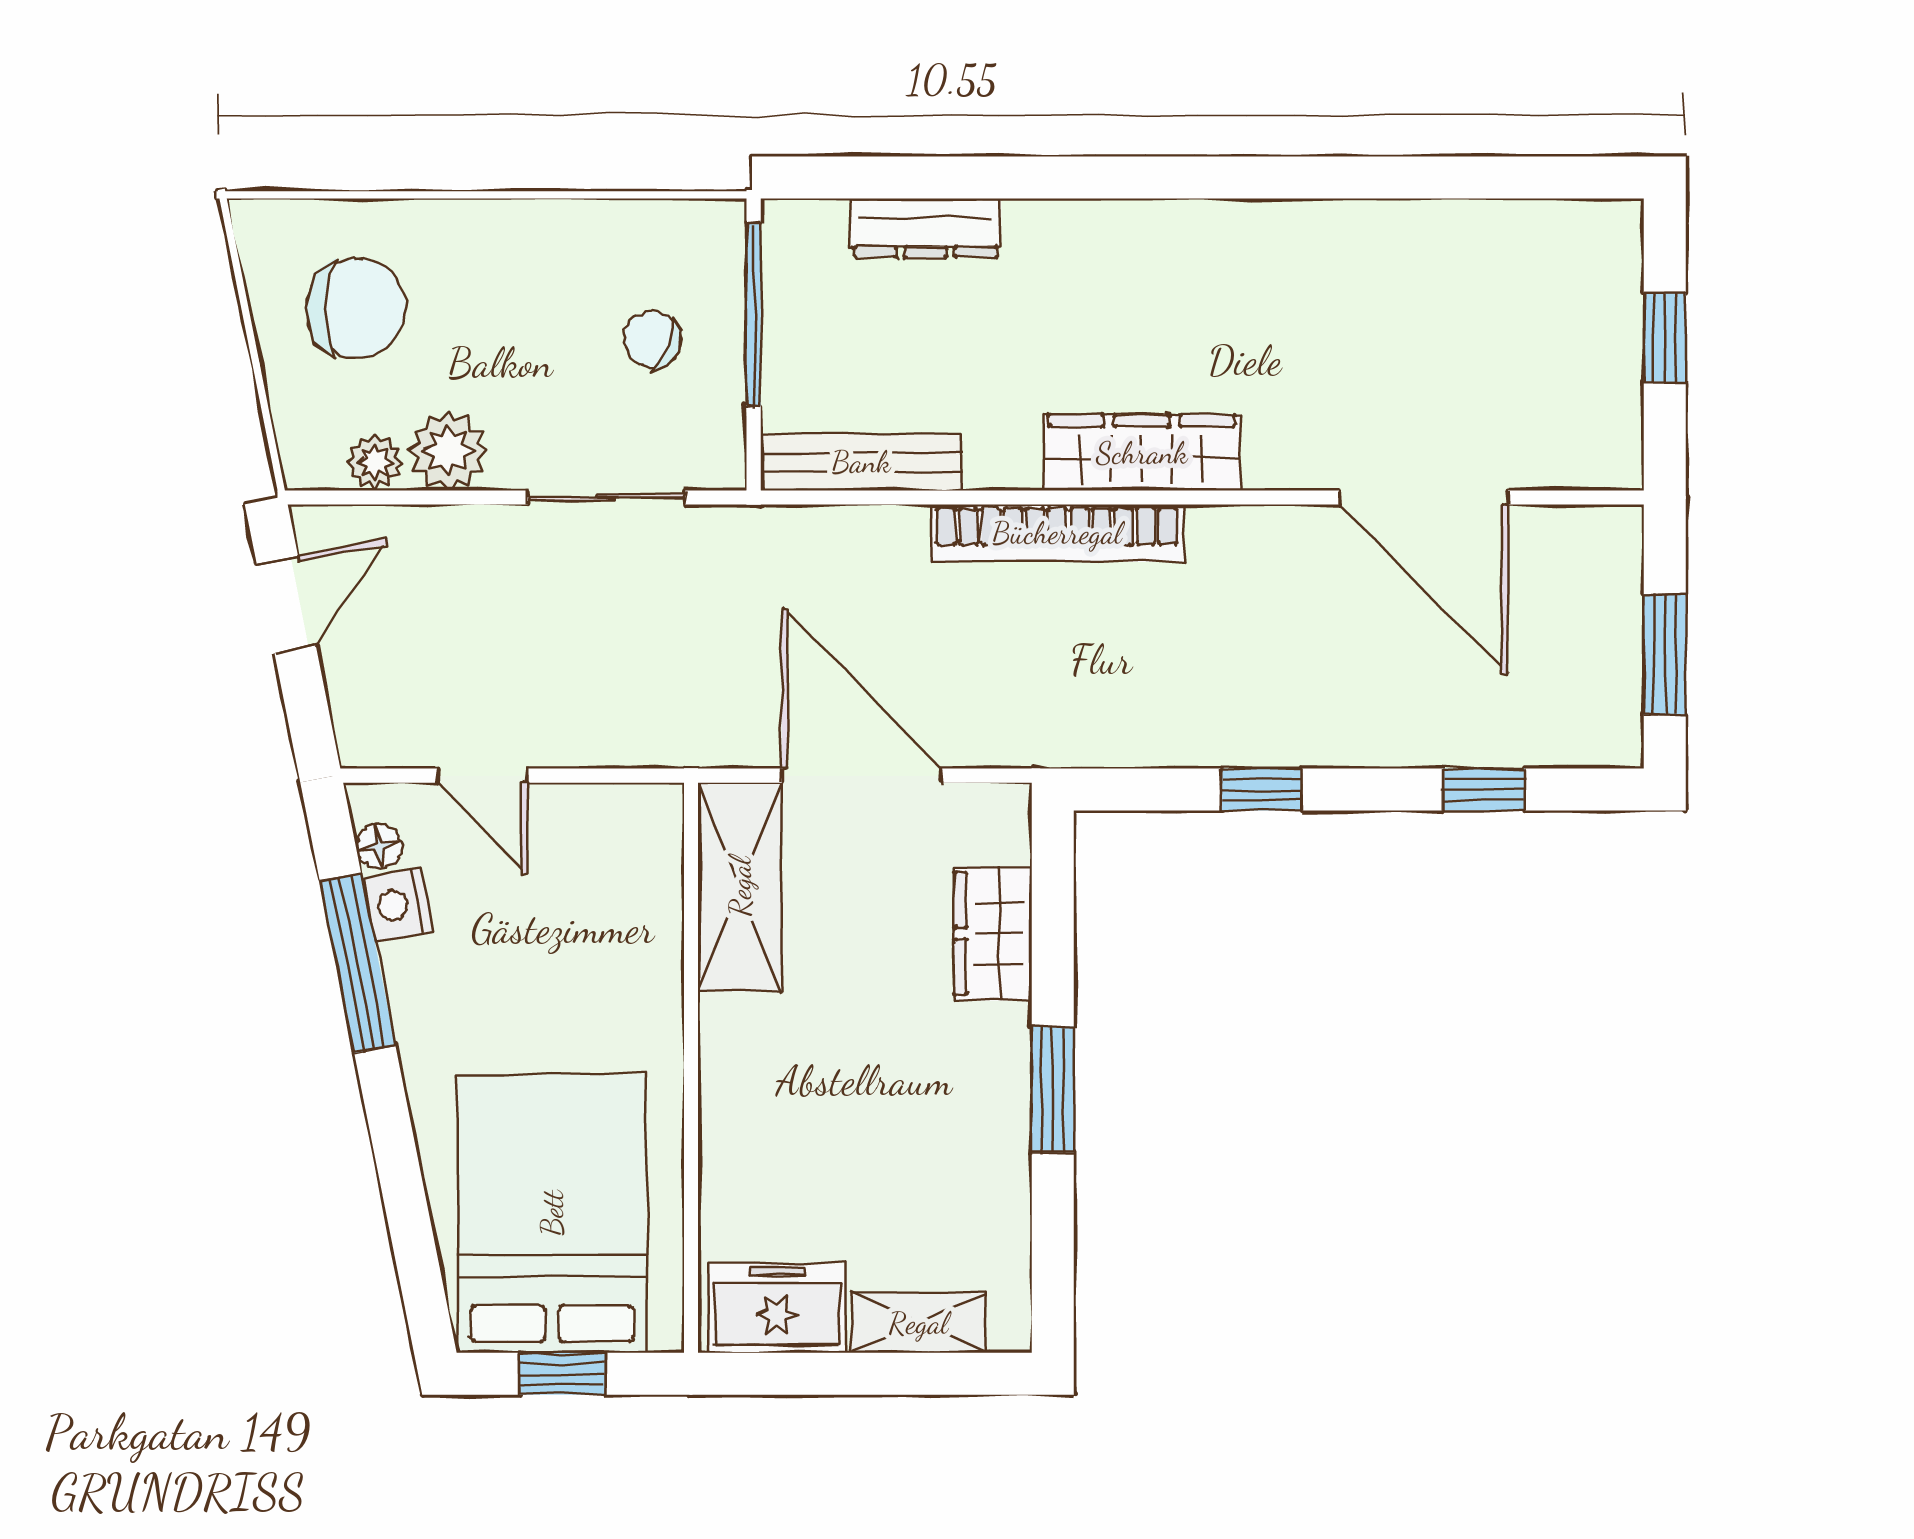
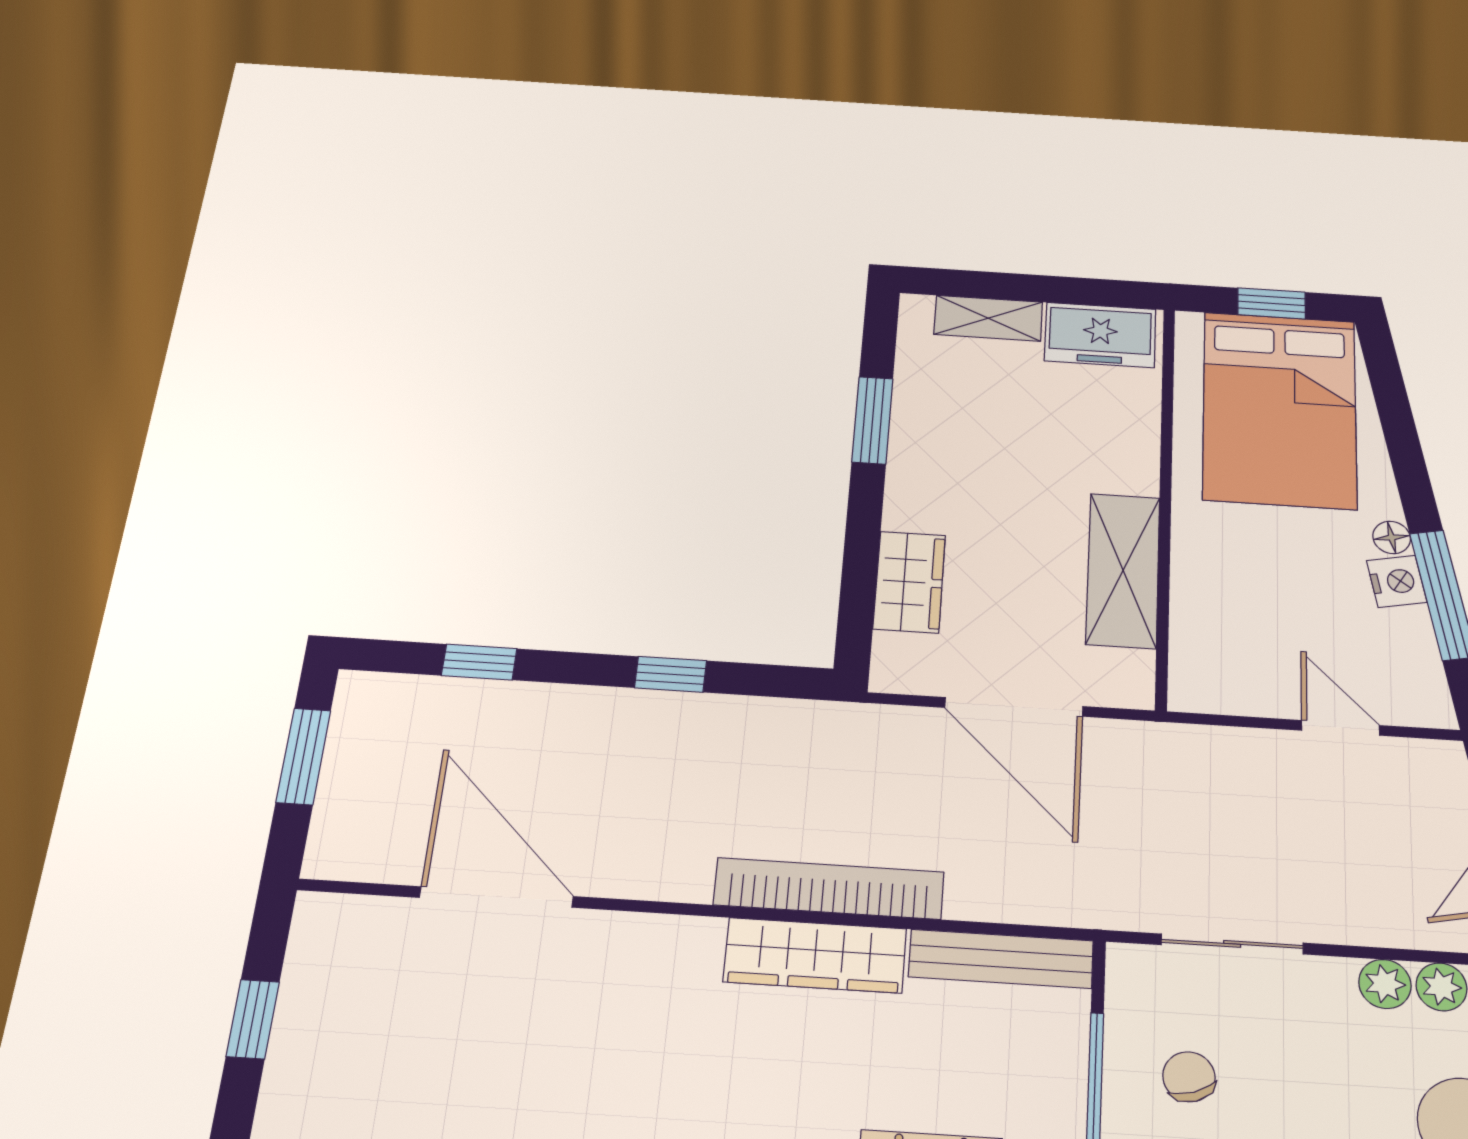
chair: (652, 340) -> (1189, 1077), turned -130
plant: (448, 451) -> (1385, 984), width x0.73, depth x0.73
wardrobe: (1142, 453) -> (815, 955), moved
floor lamp: (379, 846) -> (1392, 537), moved
shelving: (740, 887) -> (1123, 570), moved
nightstand: (398, 905) -> (1397, 581), moved
window: (1053, 1089) -> (872, 420), moved

